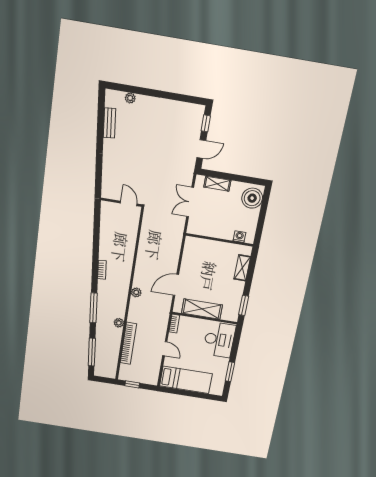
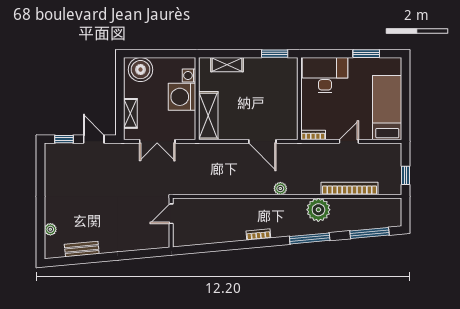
washing machine: (223, 228) -> (182, 97), added
shelving: (202, 309) -> (208, 116), moved
plant: (119, 323) -> (318, 210), width x1.87, depth x1.87

